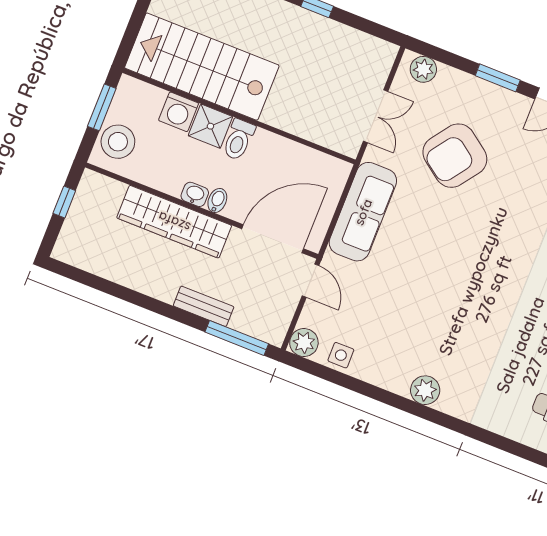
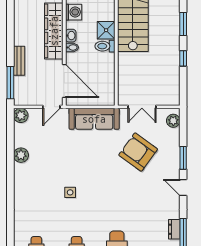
washing machine: (179, 112) -> (74, 12), moved, turned 180
side table: (341, 355) -> (70, 192), moved
plant: (425, 390) -> (21, 155), moved

